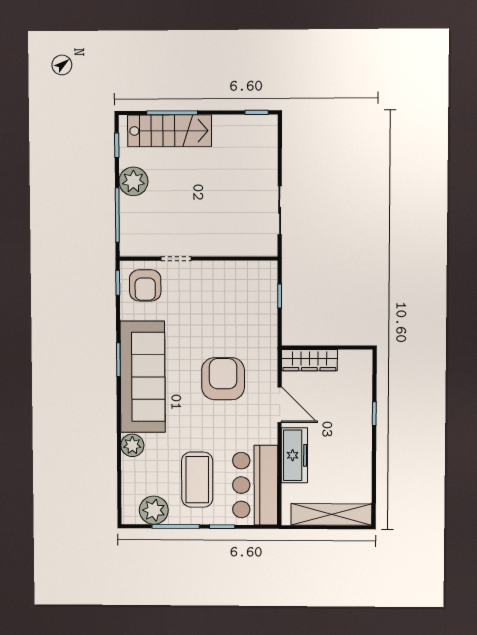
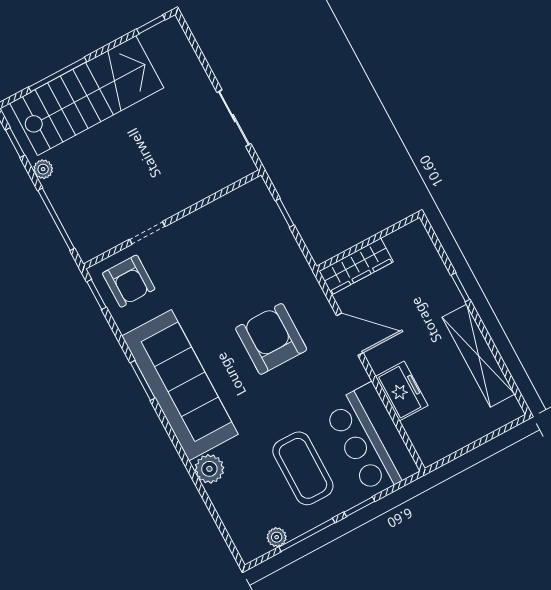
stairs: (169, 131) -> (87, 95), width x1.36, depth x1.51
plant: (133, 181) -> (43, 169), width x0.53, depth x0.53
freezer: (294, 455) -> (402, 391), width x0.71
plant: (154, 510) -> (277, 537), width x0.53, depth x0.53
shelving: (331, 514) -> (478, 356), moved, turned 90

